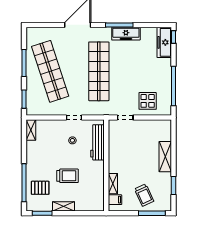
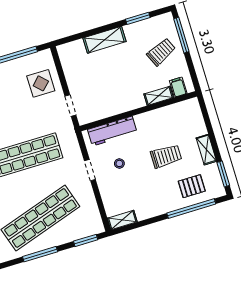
trolley: (68, 176) -> (166, 156), turned 90
pallet: (40, 188) -> (192, 186), turned 90

